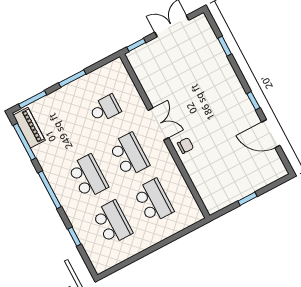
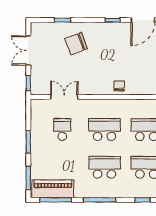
chair: (207, 74) -> (76, 44), added
double door: (158, 124) -> (64, 97), moved
piano: (29, 128) -> (53, 189), width x1.37, depth x1.33

